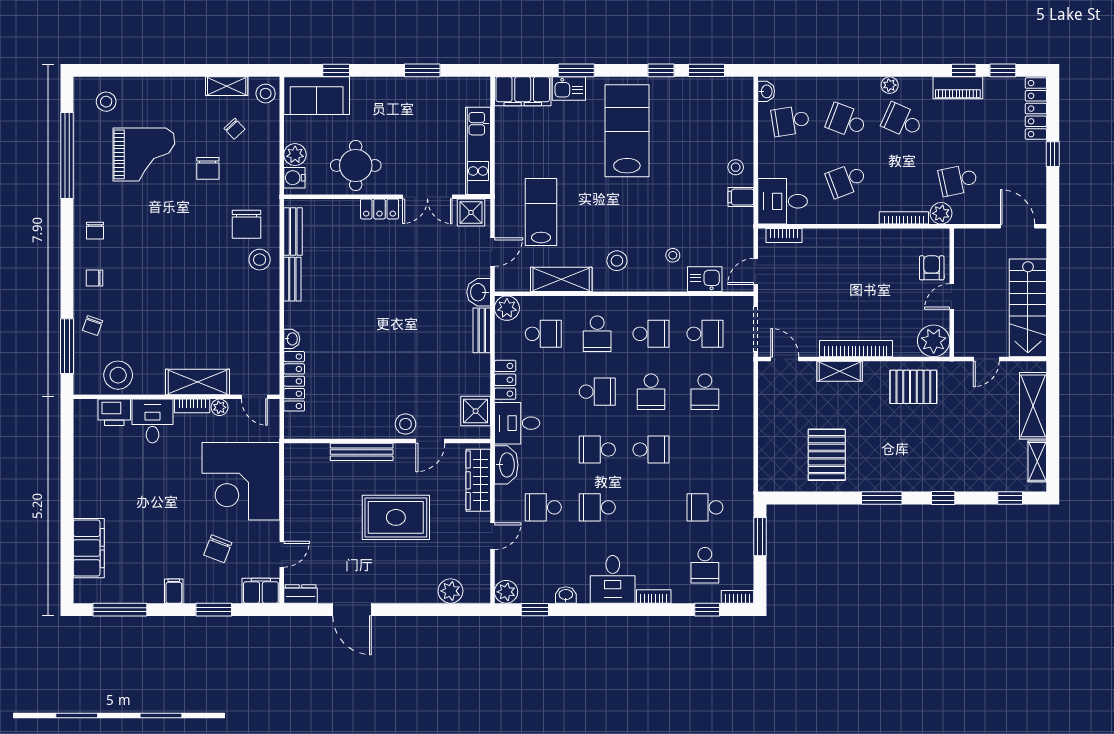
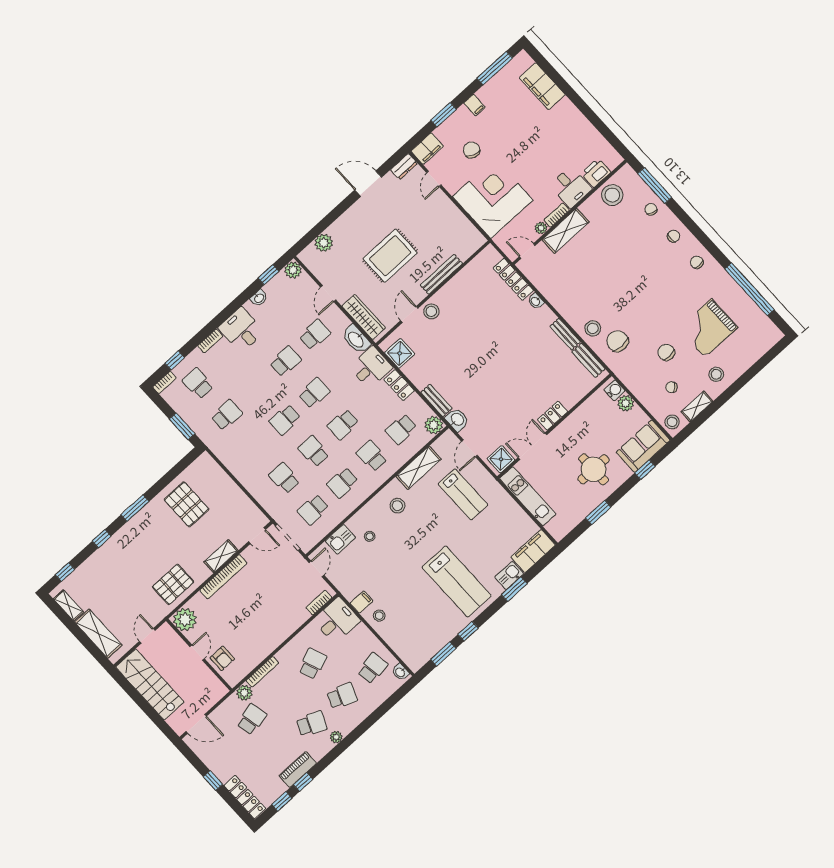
stool: (106, 102) -> (716, 374), moved
round table: (356, 165) -> (594, 469), moved

